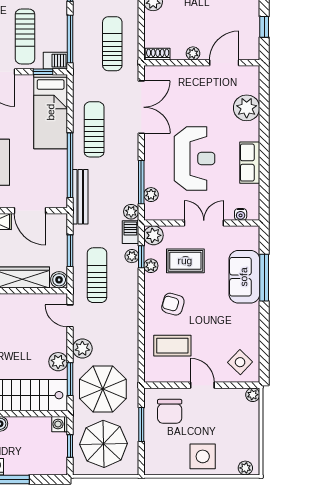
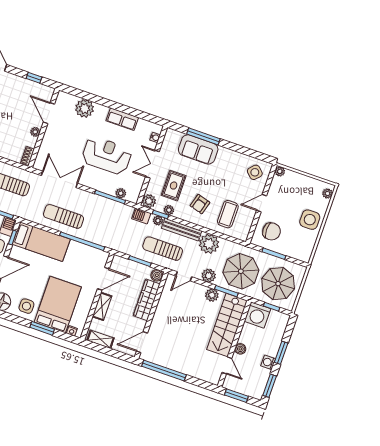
bench: (80, 197) -> (182, 230), moved
plant: (131, 212) -> (209, 244), moved, width x1.88, depth x1.88
washing machine: (60, 424) -> (257, 315), width x1.89, depth x1.89

